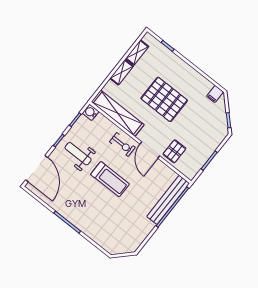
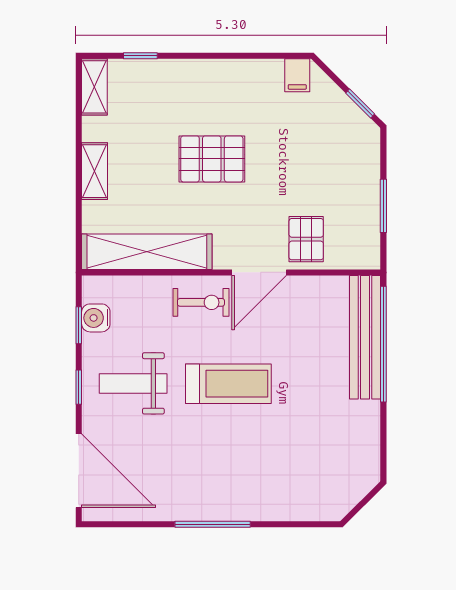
shelving: (137, 53) -> (94, 87), moved
pallet: (164, 99) -> (212, 159), width x0.73, depth x0.71
water cooler: (91, 112) -> (96, 318), moved
door: (150, 150) -> (259, 272), hinge flipped

